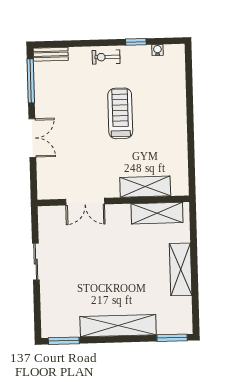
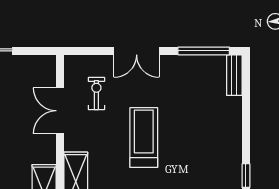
exercise bike: (106, 57) -> (96, 94), moved
treadmill: (120, 113) -> (144, 137), moved, turned -90

